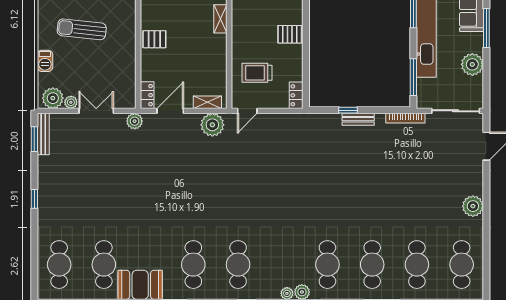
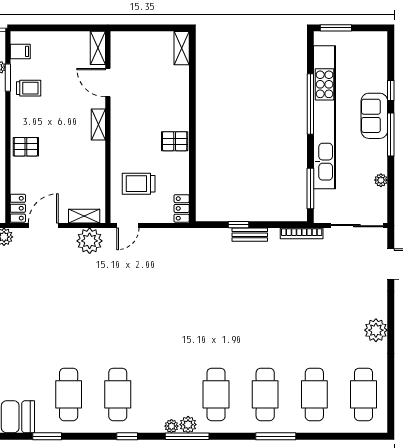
plant: (472, 64) -> (381, 180), width x0.53, depth x0.53

